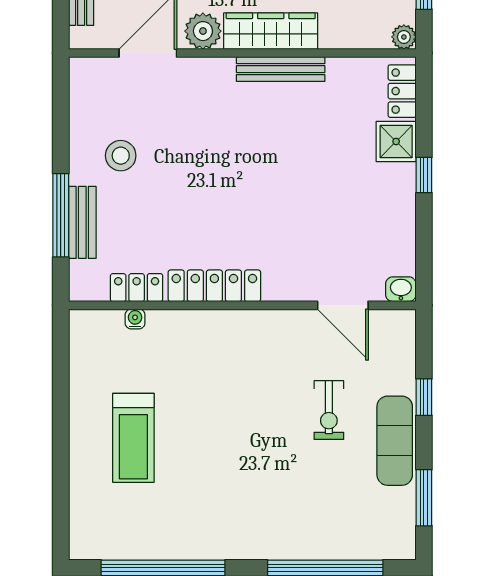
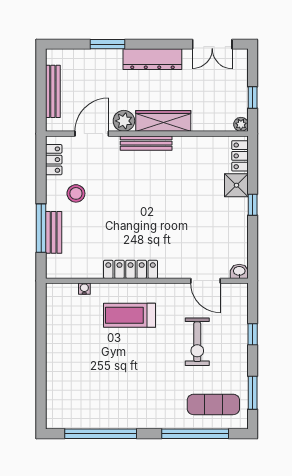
bench: (281, 69) -> (146, 143), moved
locker: (137, 288) -> (54, 160), moved, turned 90
exercise bike: (329, 410) -> (197, 342), width x1.38, depth x1.39
treadmill: (133, 438) -> (130, 315), moved, turned 90
exercise mat: (395, 441) -> (213, 404), moved, turned 90

